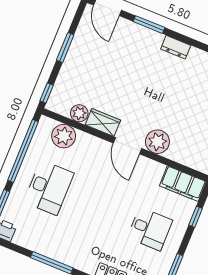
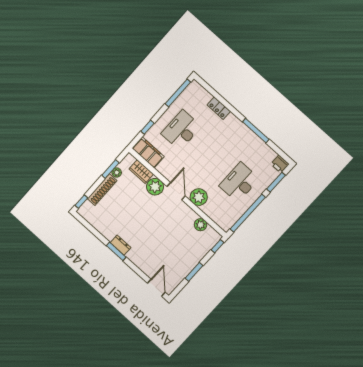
window: (149, 25) -> (116, 251), moved
wardrobe: (103, 123) -> (141, 172), moved
plant: (64, 136) -> (199, 197), moved
desk: (150, 229) -> (181, 130), width x1.37

